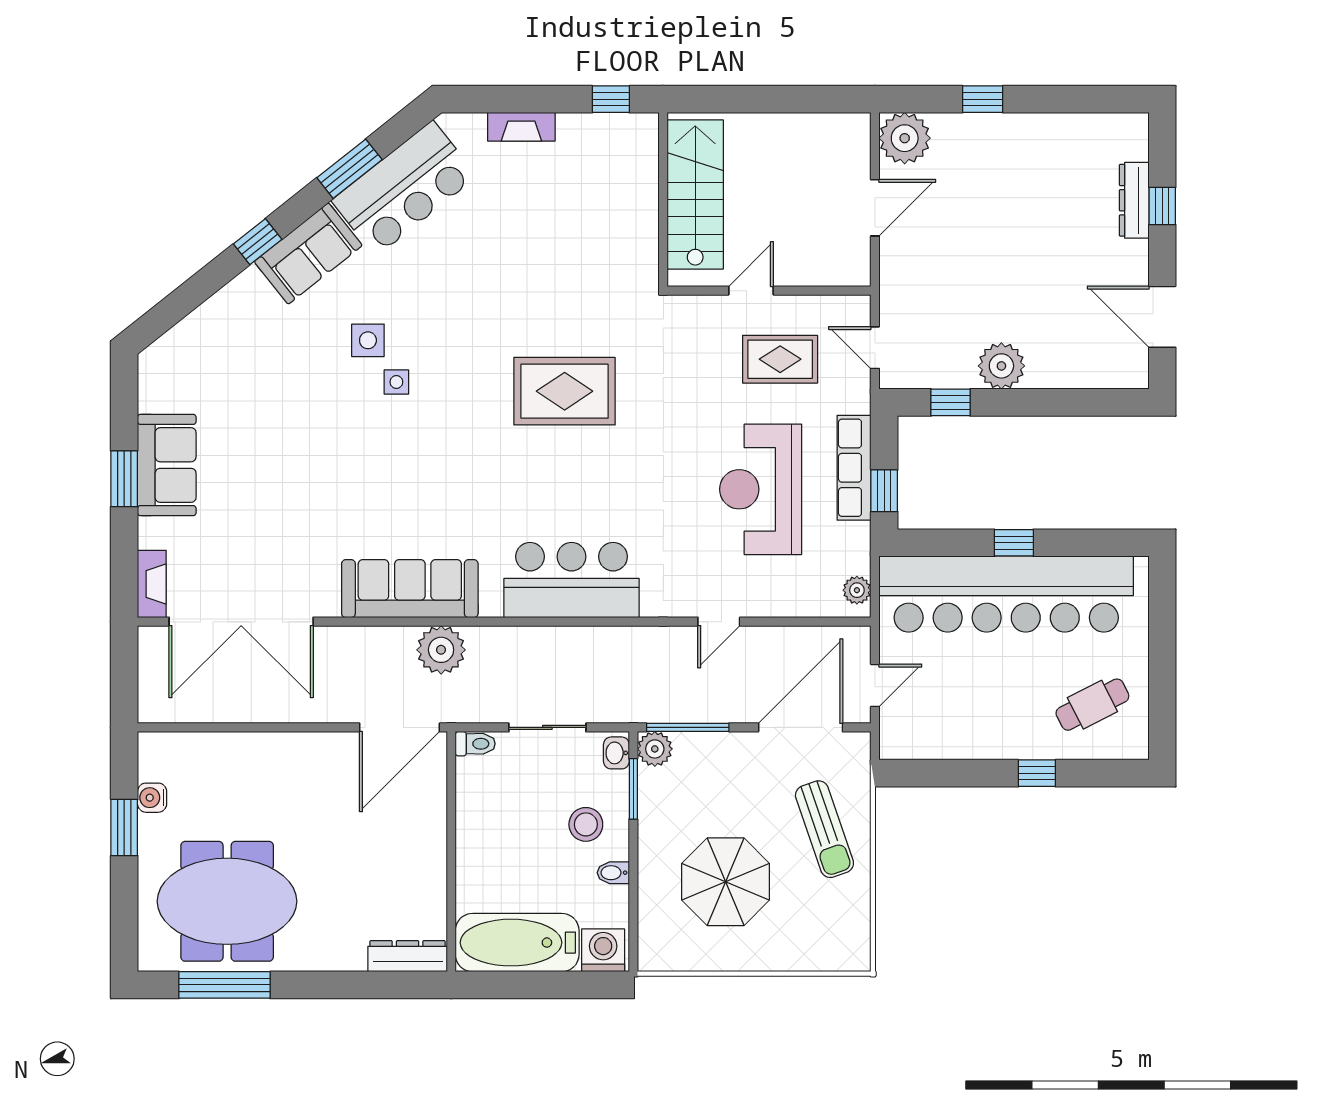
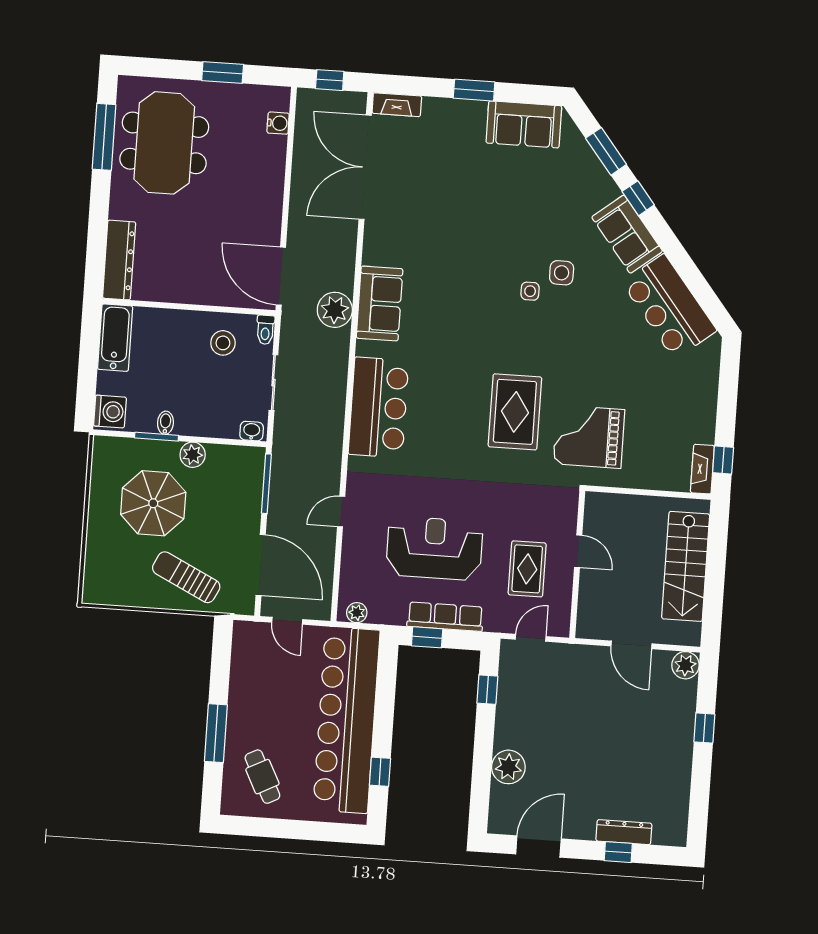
fireplace: (521, 127) -> (702, 469), moved
plant: (905, 138) -> (685, 665), width x0.73, depth x0.73
window: (349, 169) -> (606, 151), moved
stairs: (695, 194) -> (686, 566), moved, turned 90
grand piano: (592, 287) -> (589, 437), added
plant: (1001, 366) -> (508, 767), moved
sofa: (167, 465) -> (524, 124), moved
window: (1014, 543) -> (380, 772), moved
sofa: (410, 589) -> (380, 303), width x0.73
door: (719, 622) -> (341, 511), hinge flipped
window: (124, 679) -> (330, 80), added
plant: (655, 749) -> (193, 455), moved
window: (1037, 773) -> (216, 733), width x2.17
window: (633, 789) -> (156, 437), moved
water cooler: (152, 798) -> (278, 123), moved, turned 90
stool: (586, 824) -> (223, 343), moved
sun lounger: (824, 829) -> (186, 577), turned 45
bathtub: (517, 943) -> (115, 338), width x0.73, depth x0.73
dresser: (408, 956) -> (119, 260), width x1.37, depth x1.24

